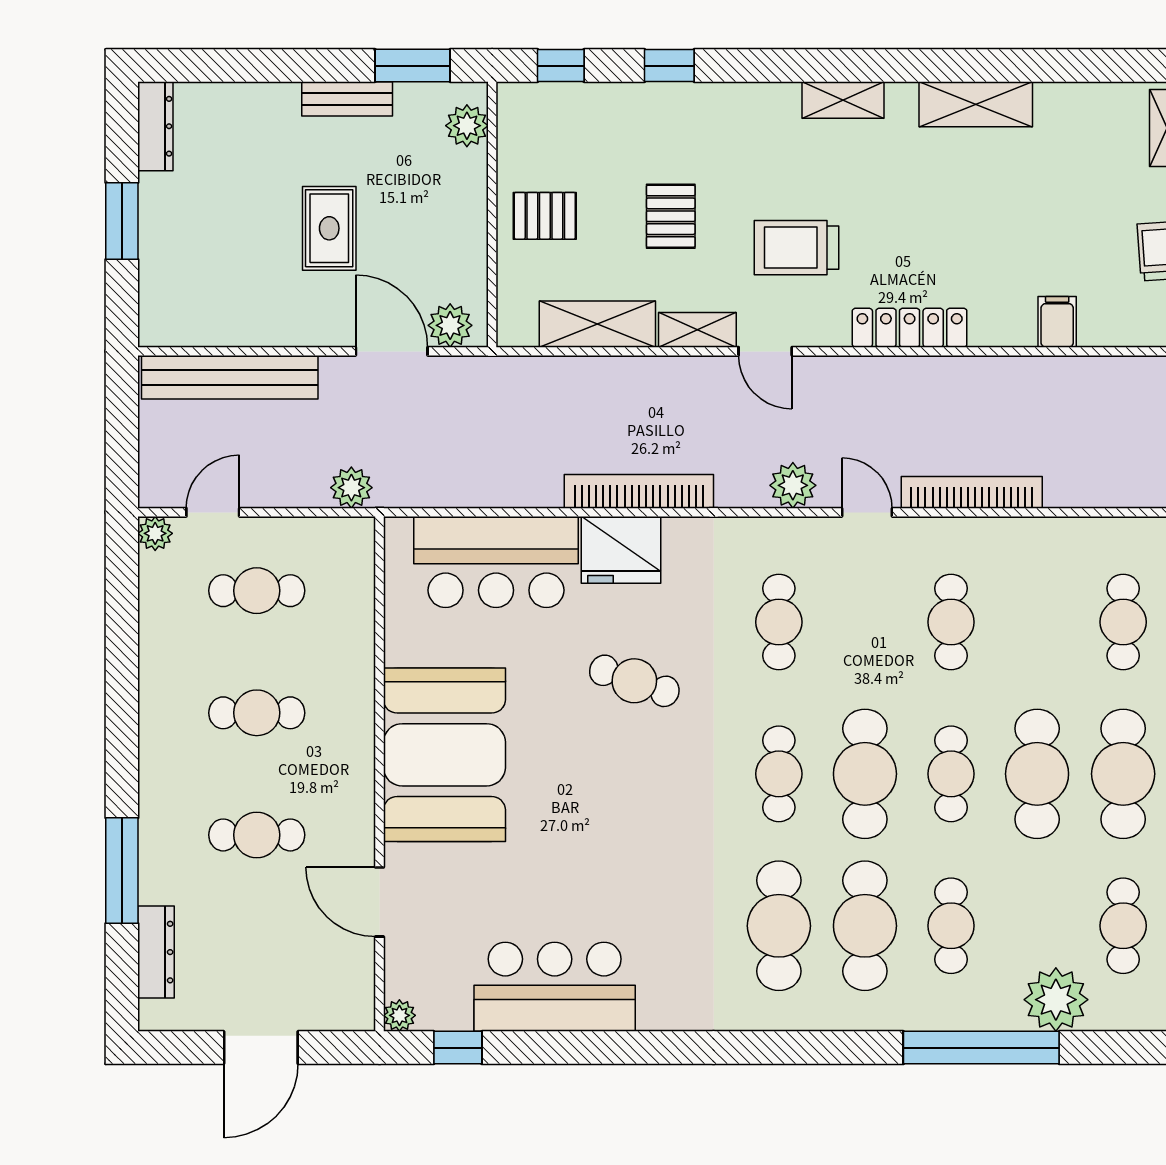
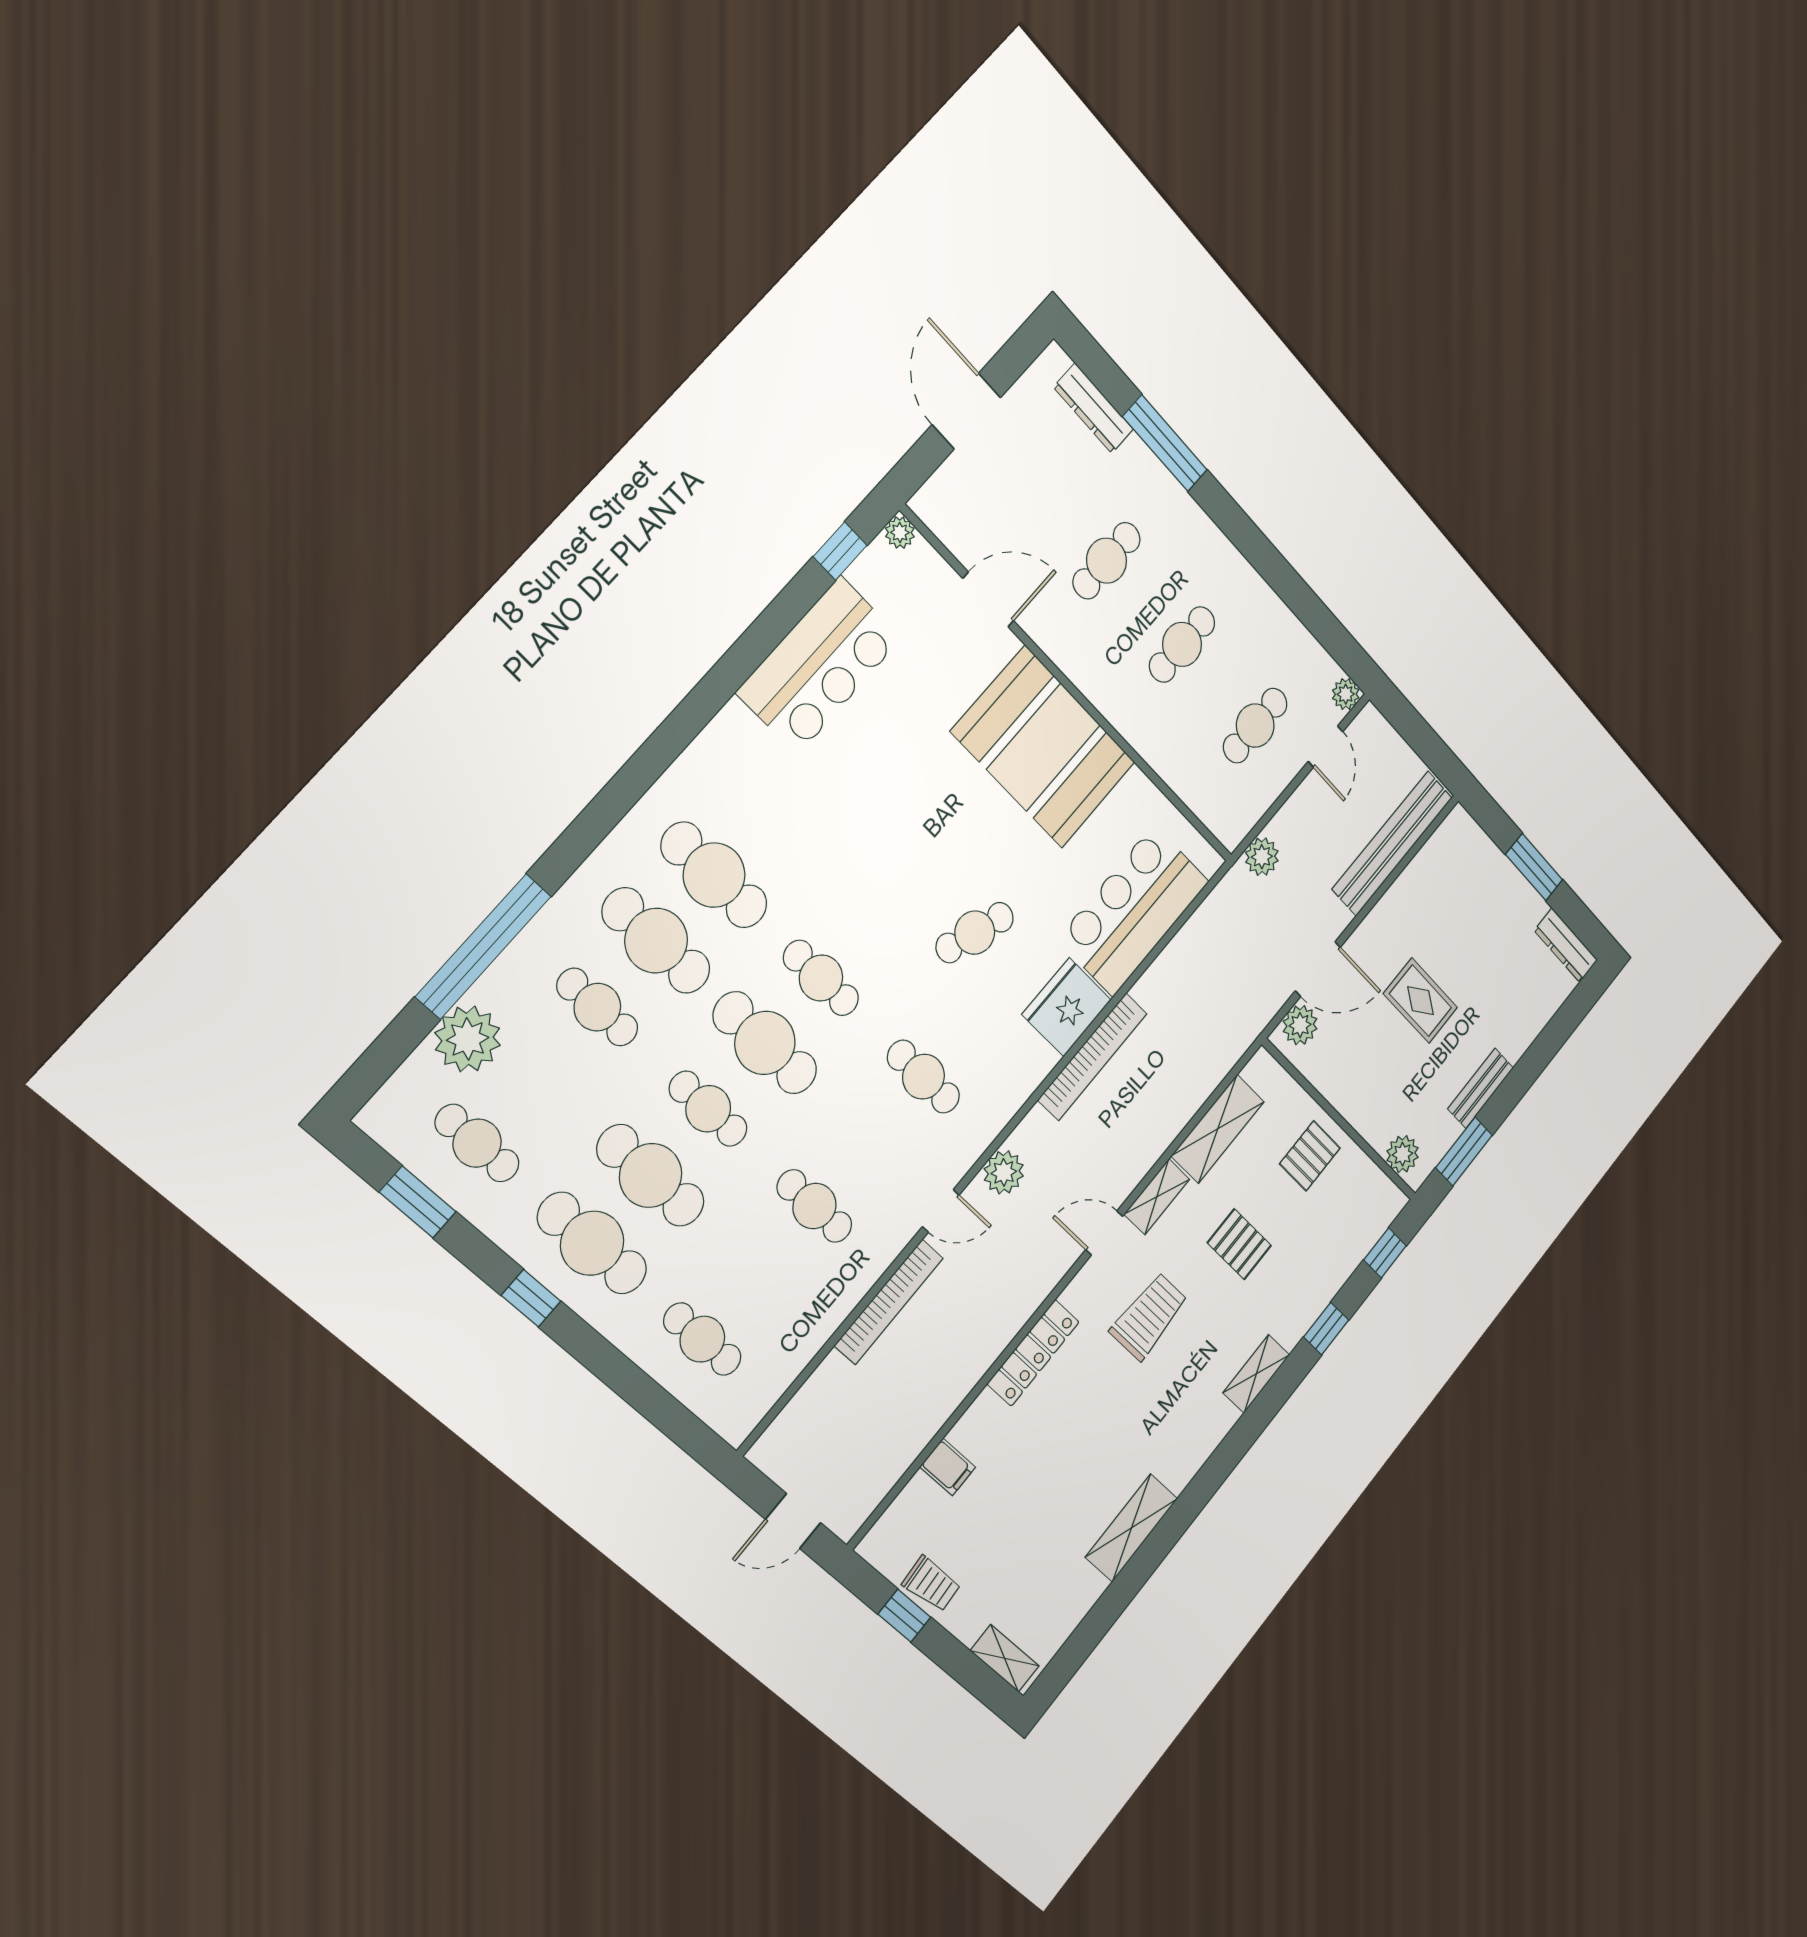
shelving: (843, 100) -> (1256, 1374), moved

